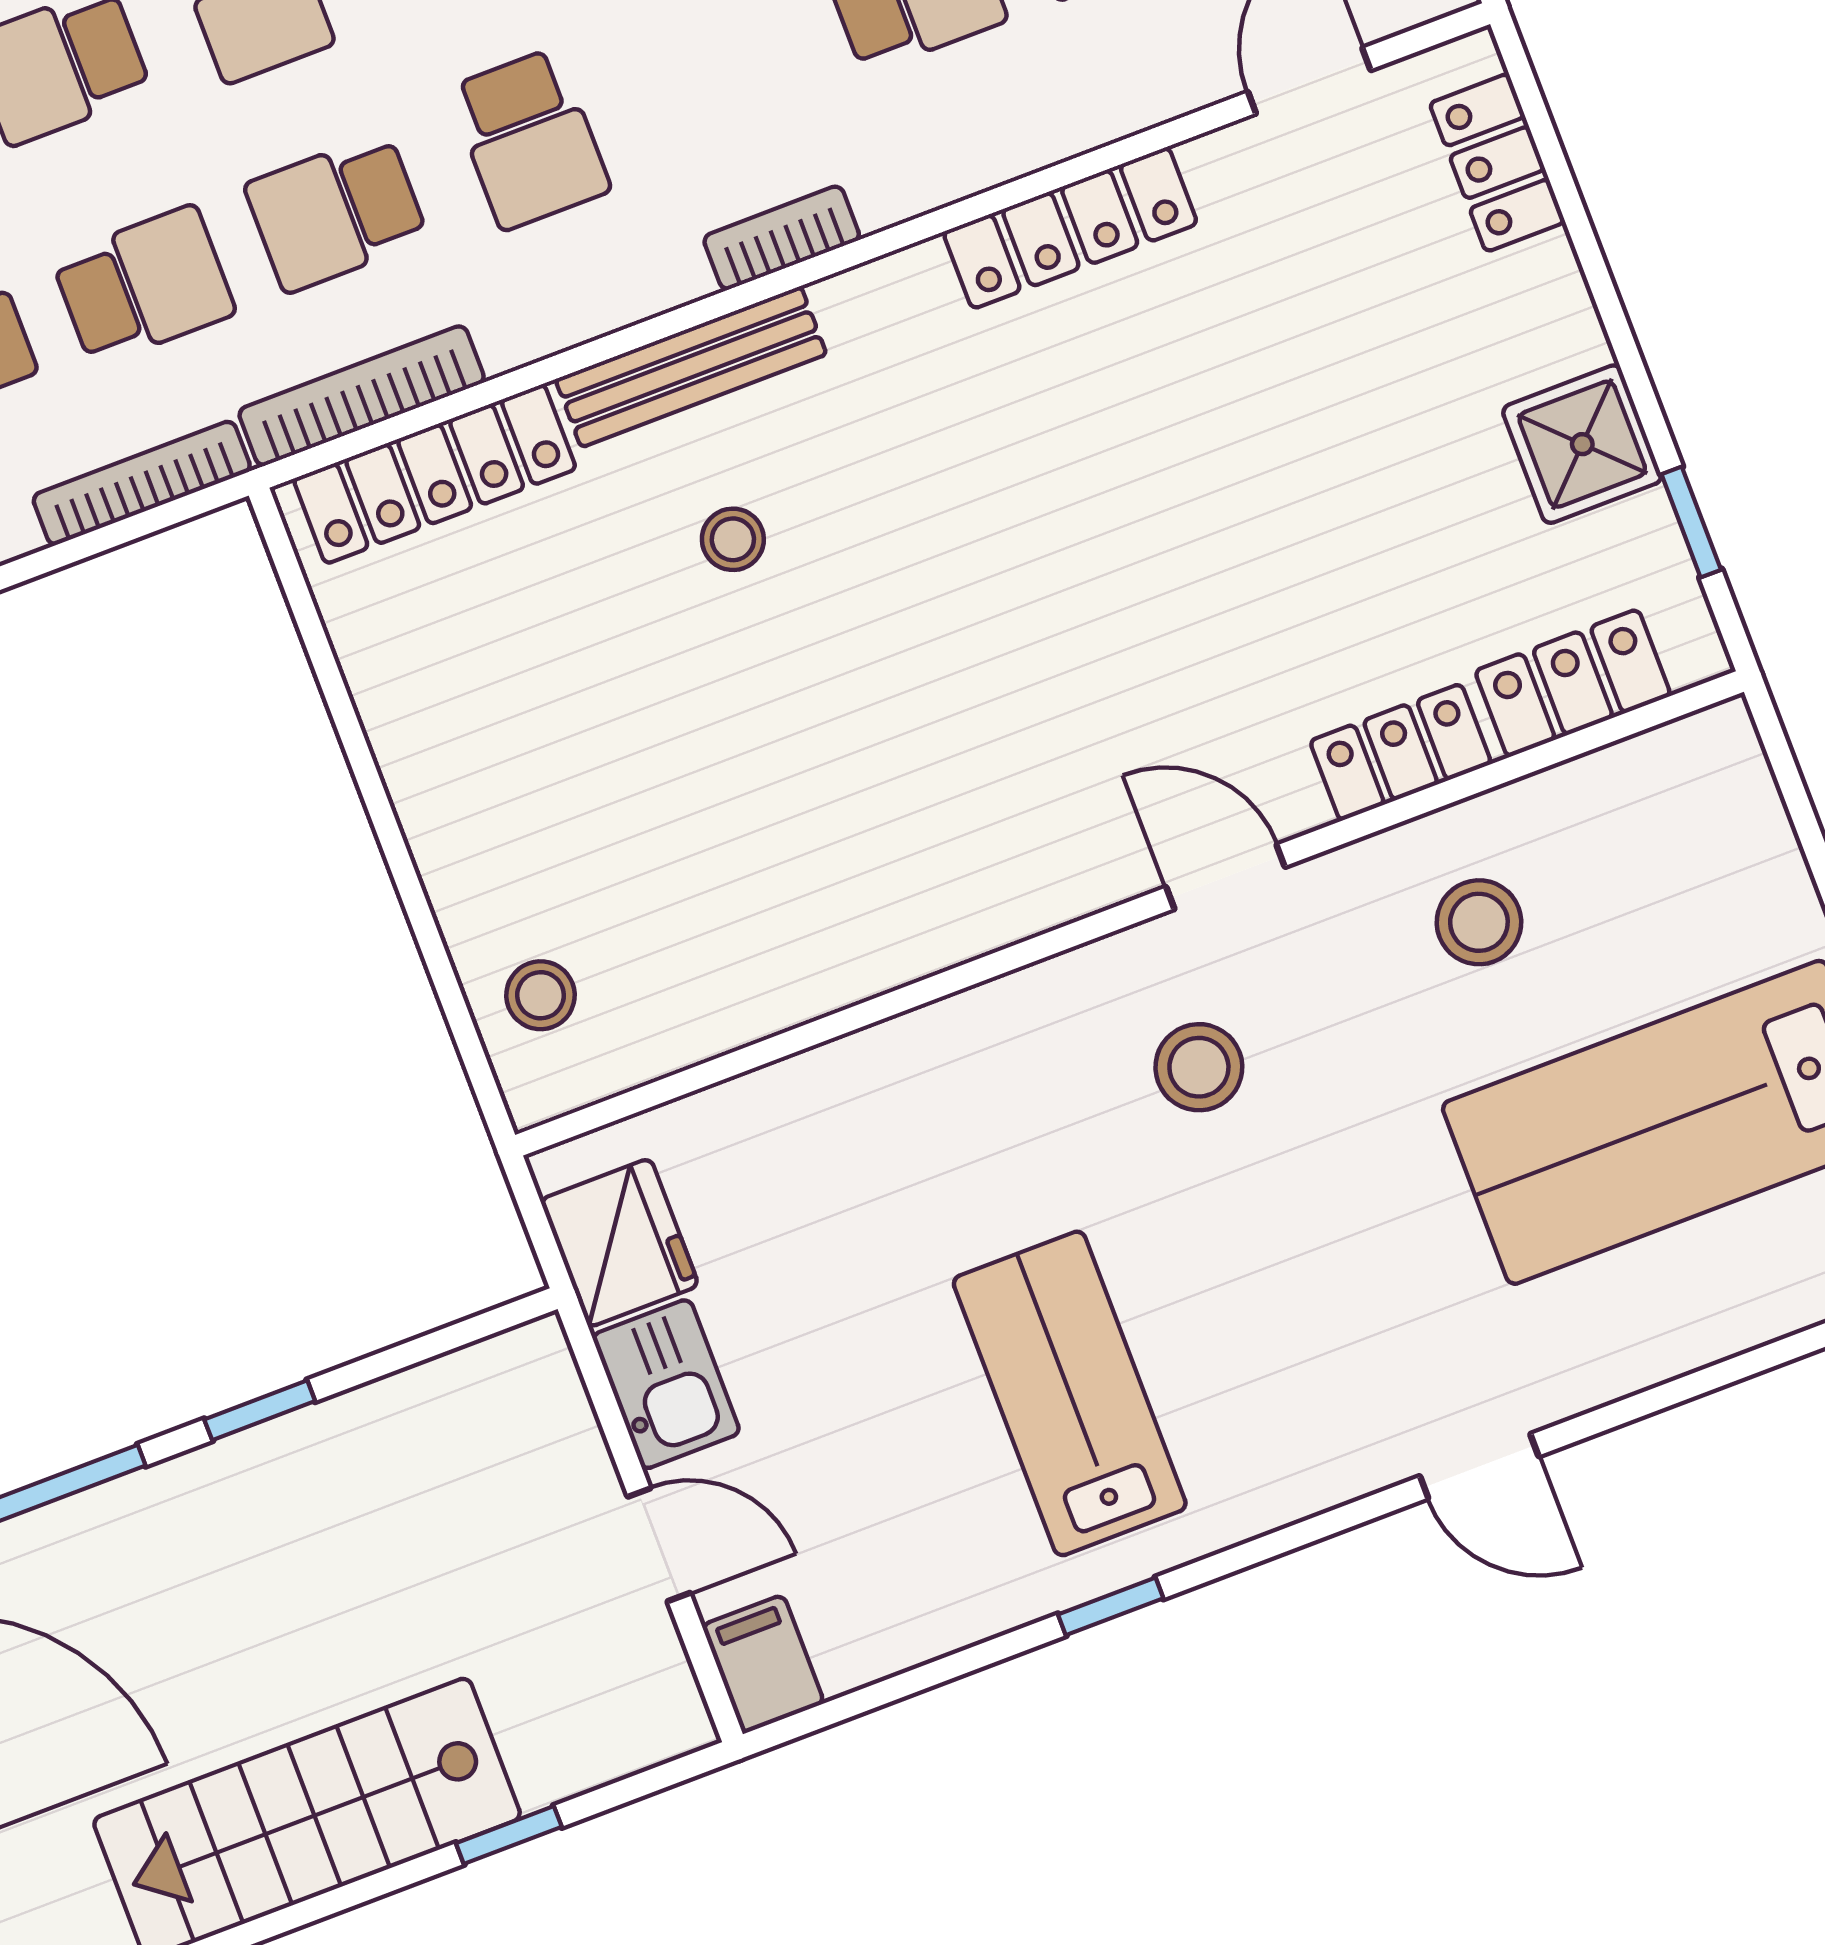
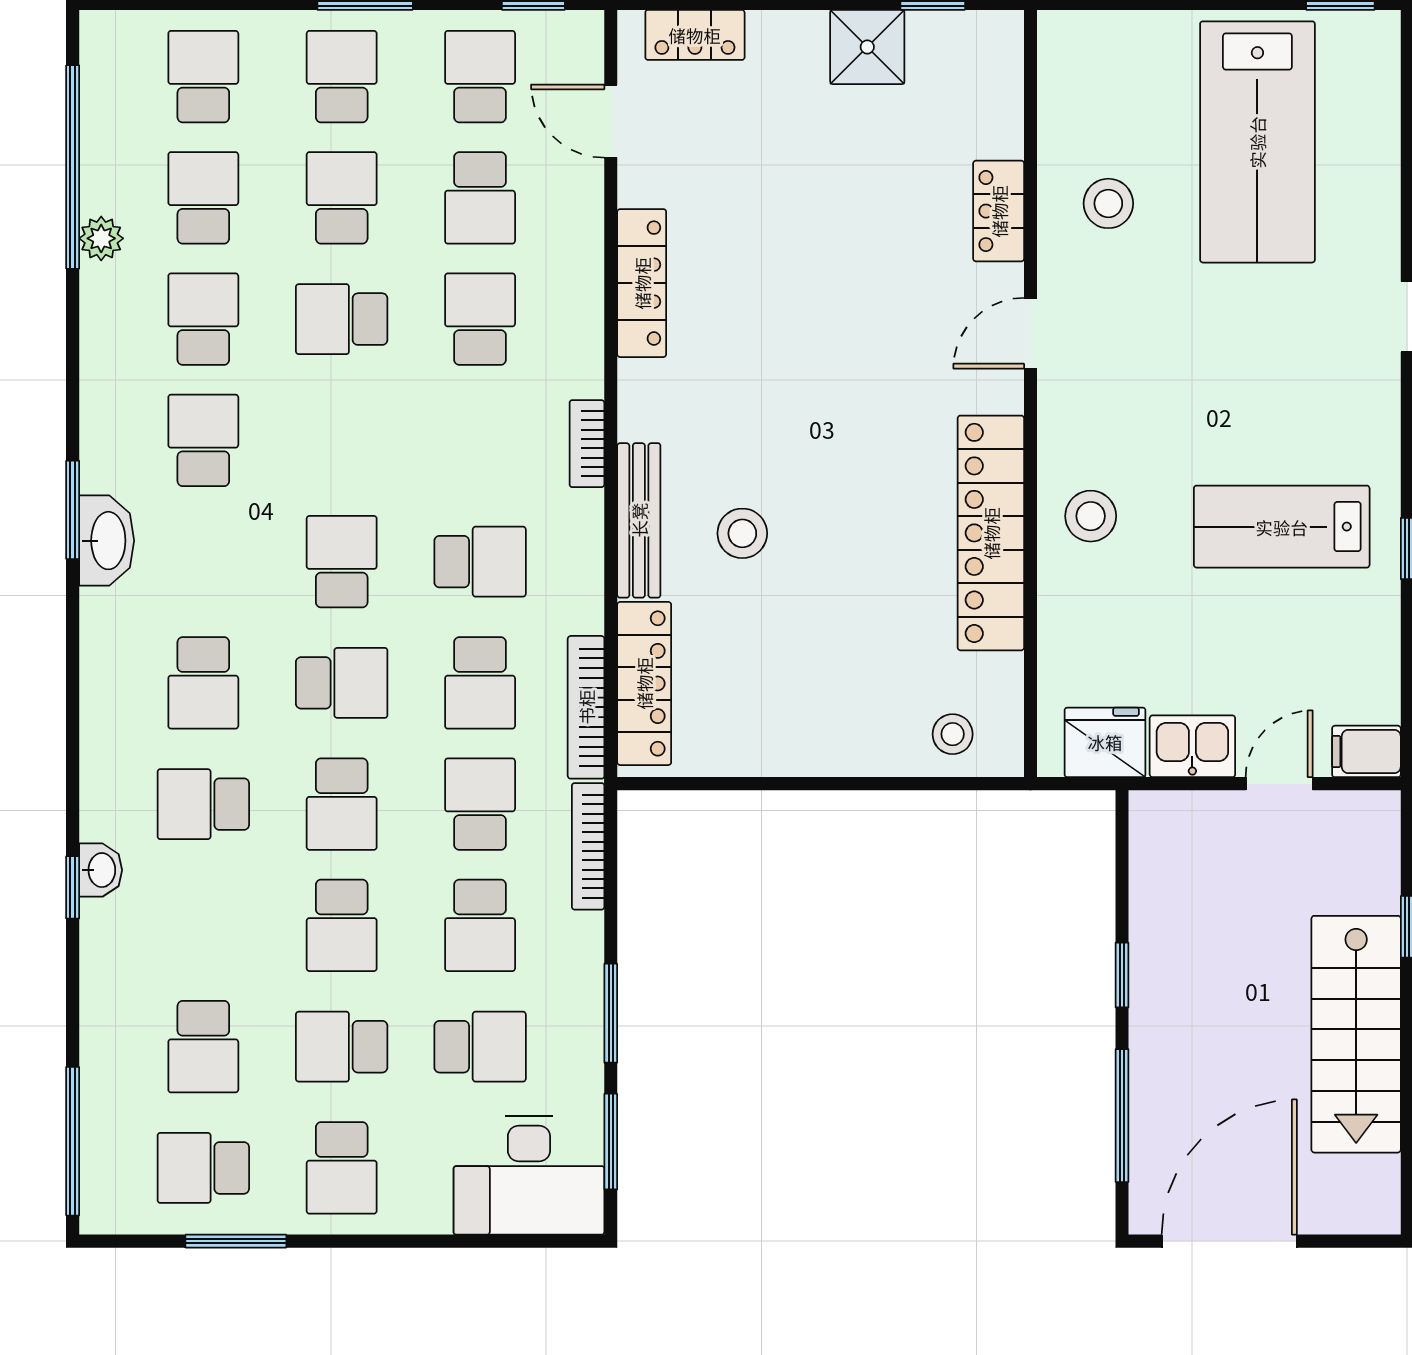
stool: (733, 539) -> (742, 533), width x1.37, depth x1.37
locker: (1573, 683) -> (991, 533), moved, width x2.16, depth x1.21
stool: (1199, 1067) -> (1091, 516), moved

